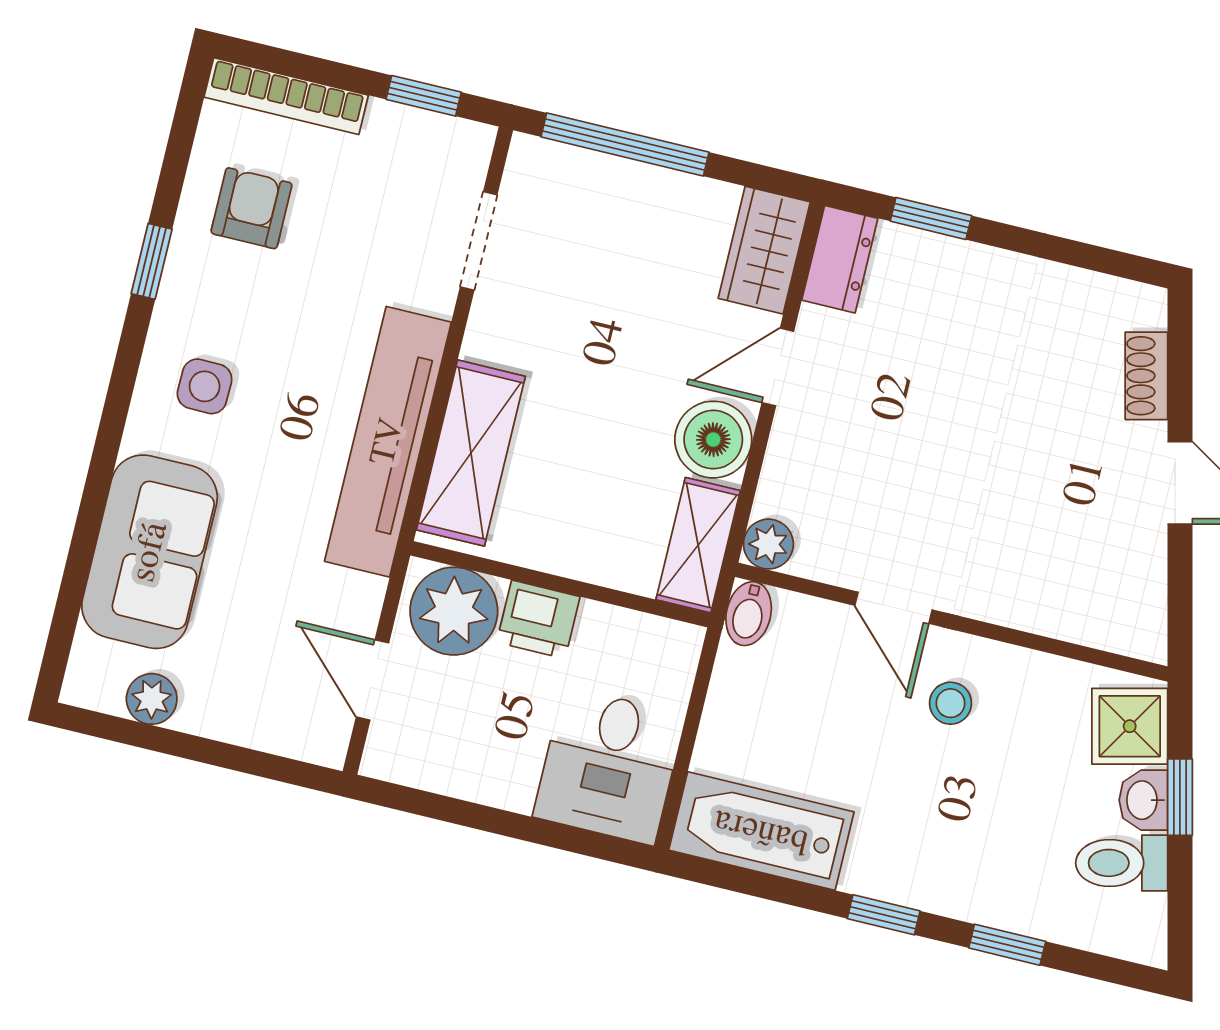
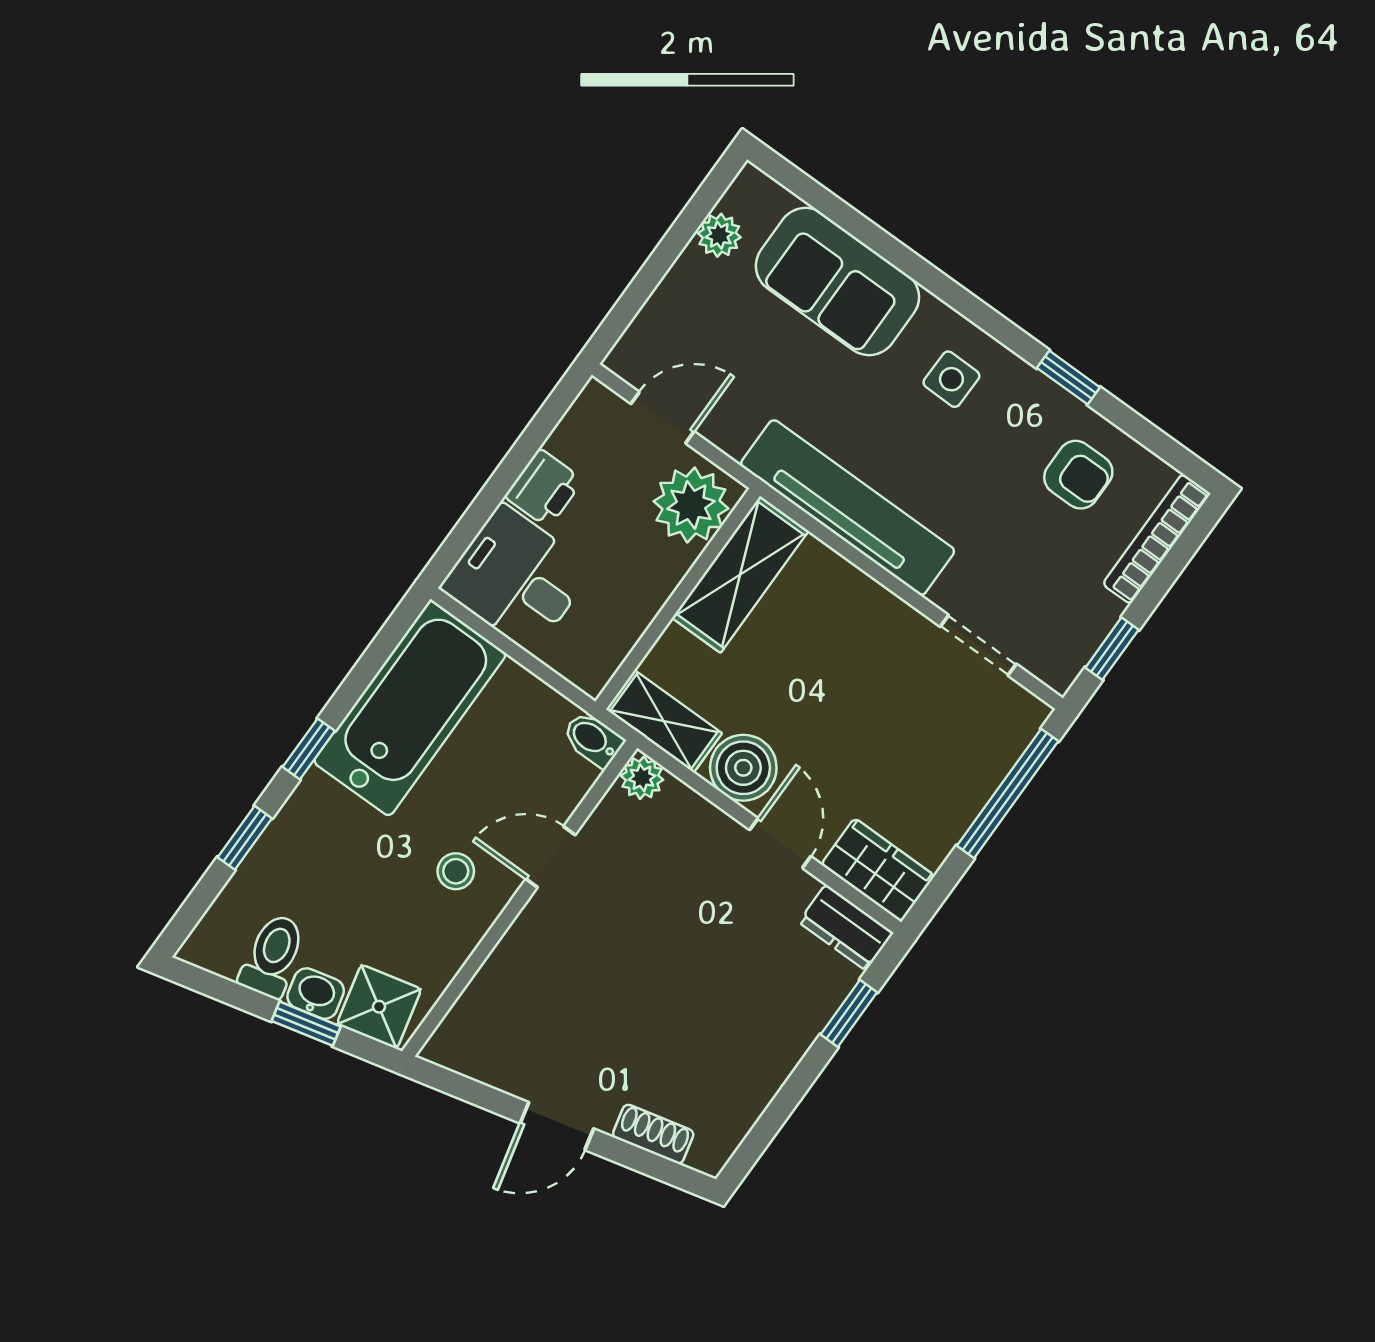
shelving: (471, 453) -> (740, 574), moved, turned 90
printer: (538, 619) -> (544, 488), moved, turned 180
bathtub: (761, 831) -> (410, 708), width x1.36, depth x1.36

